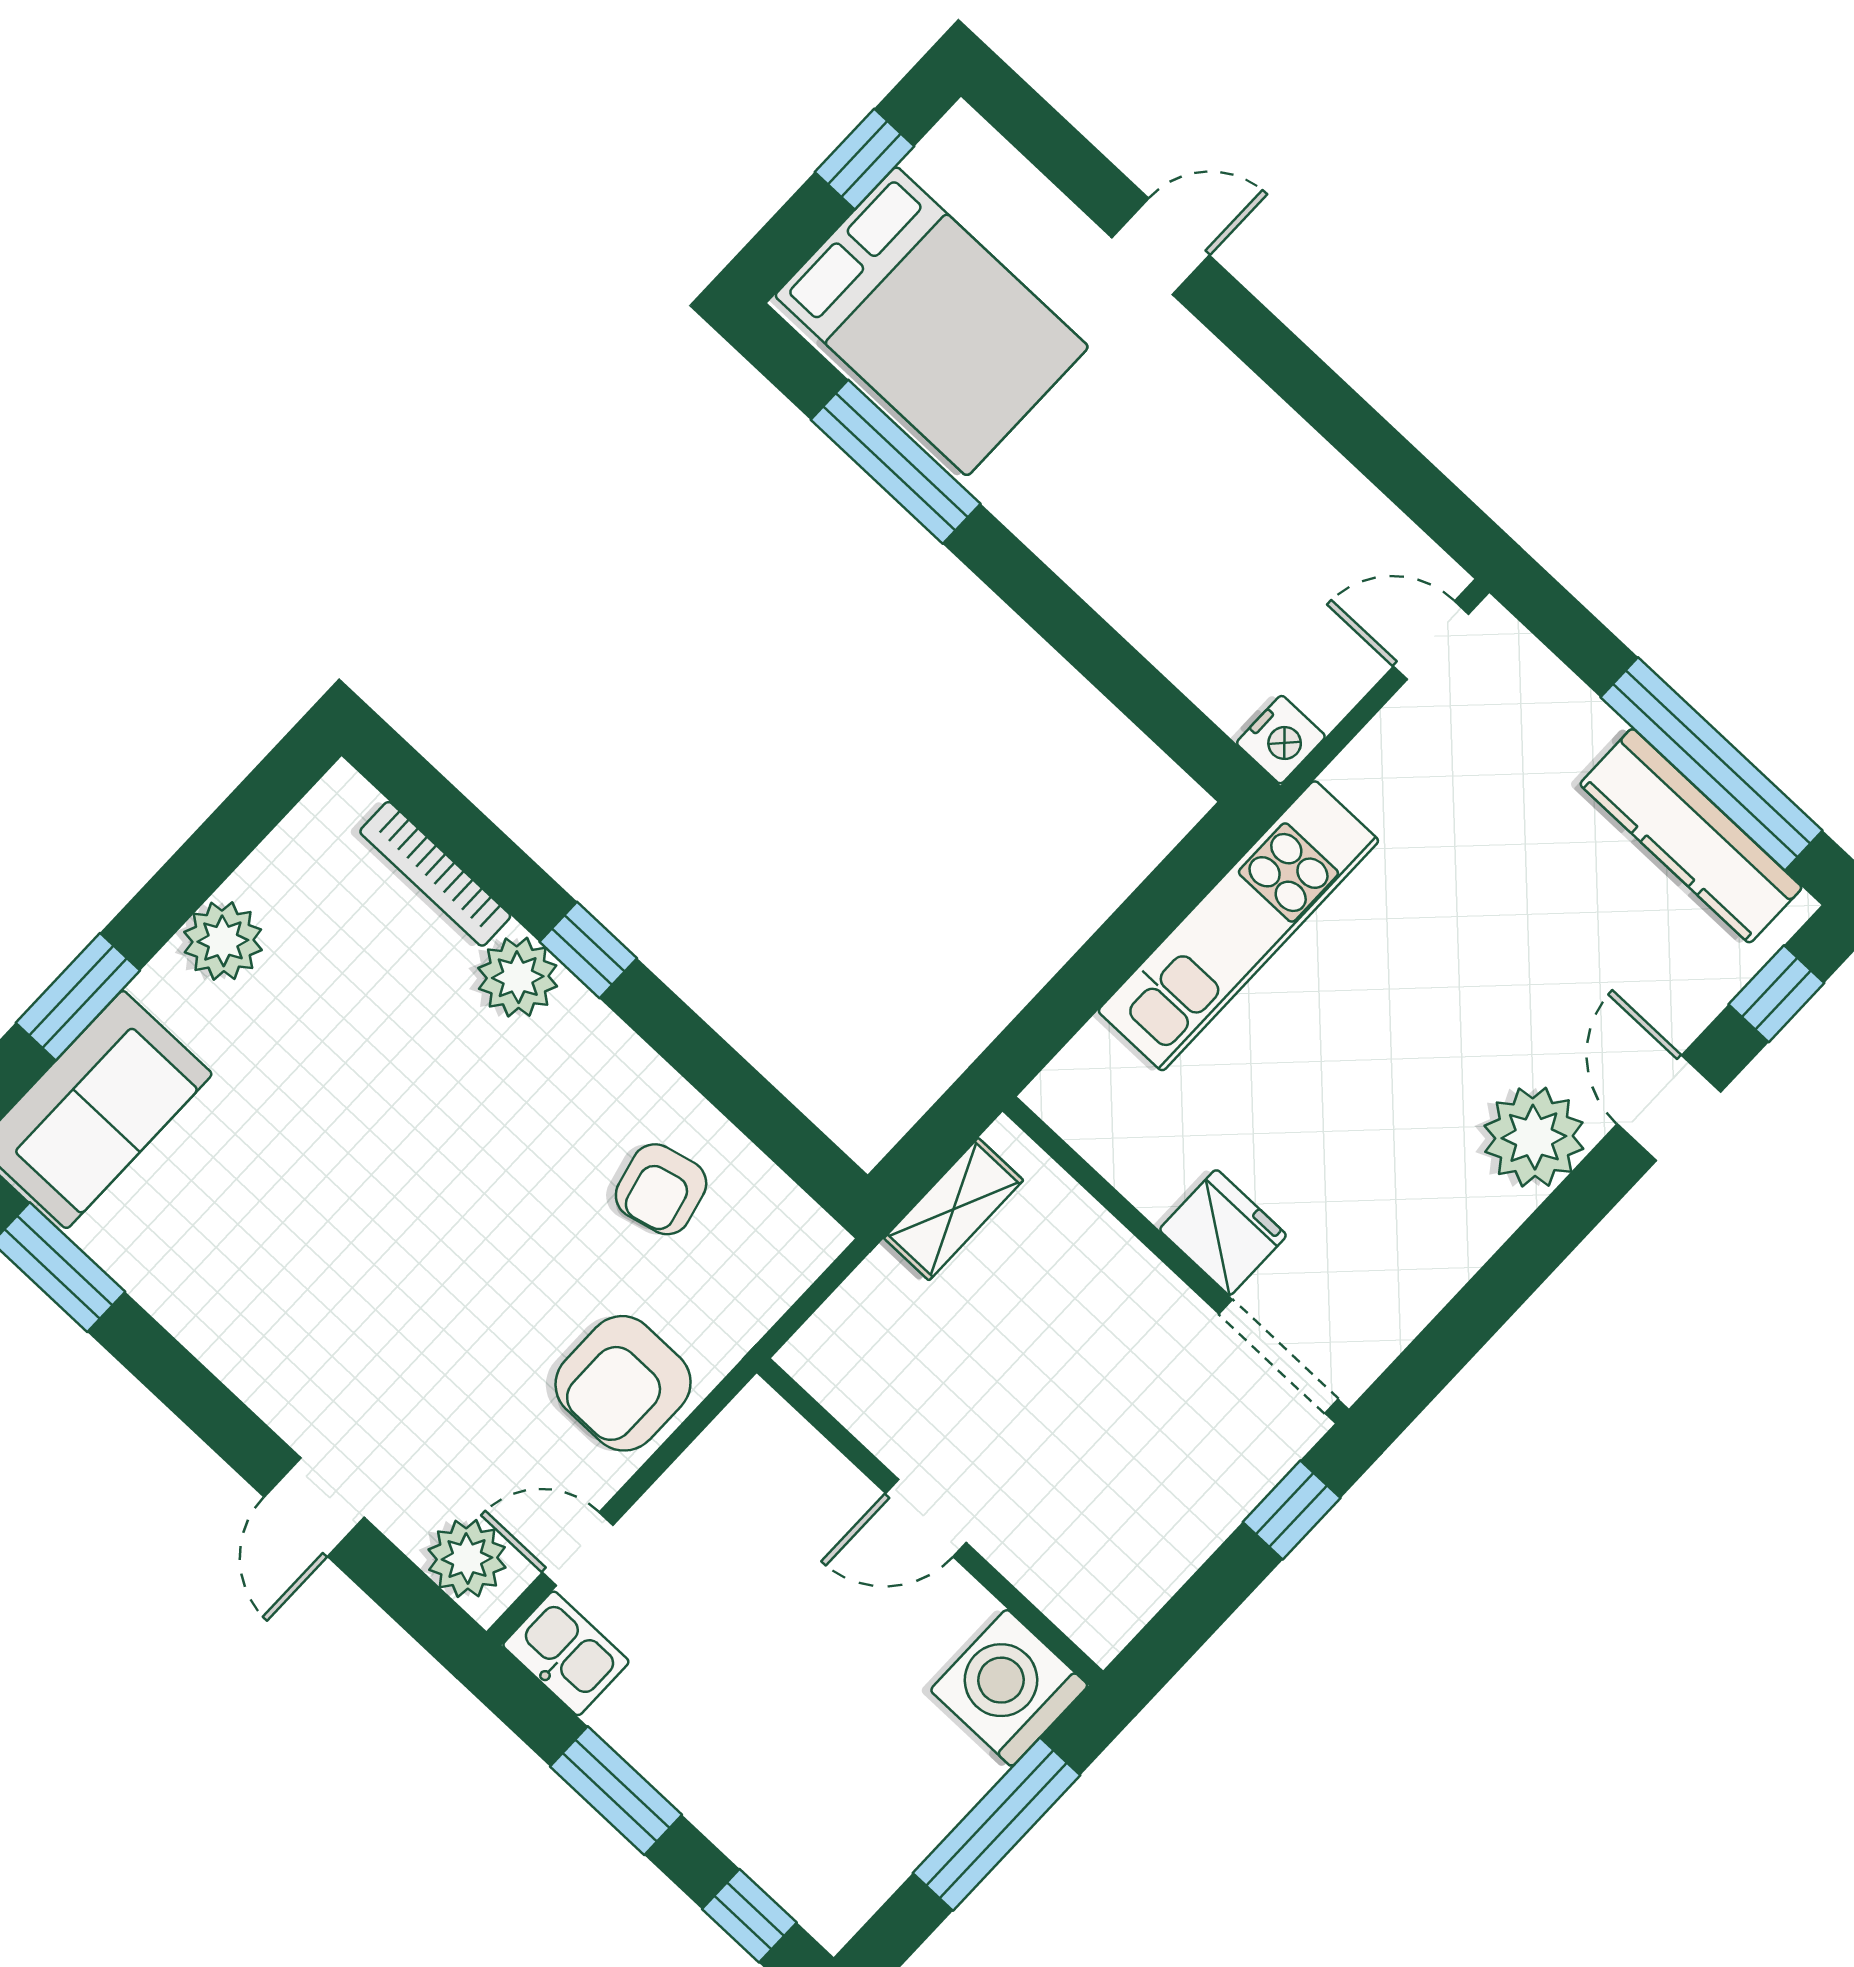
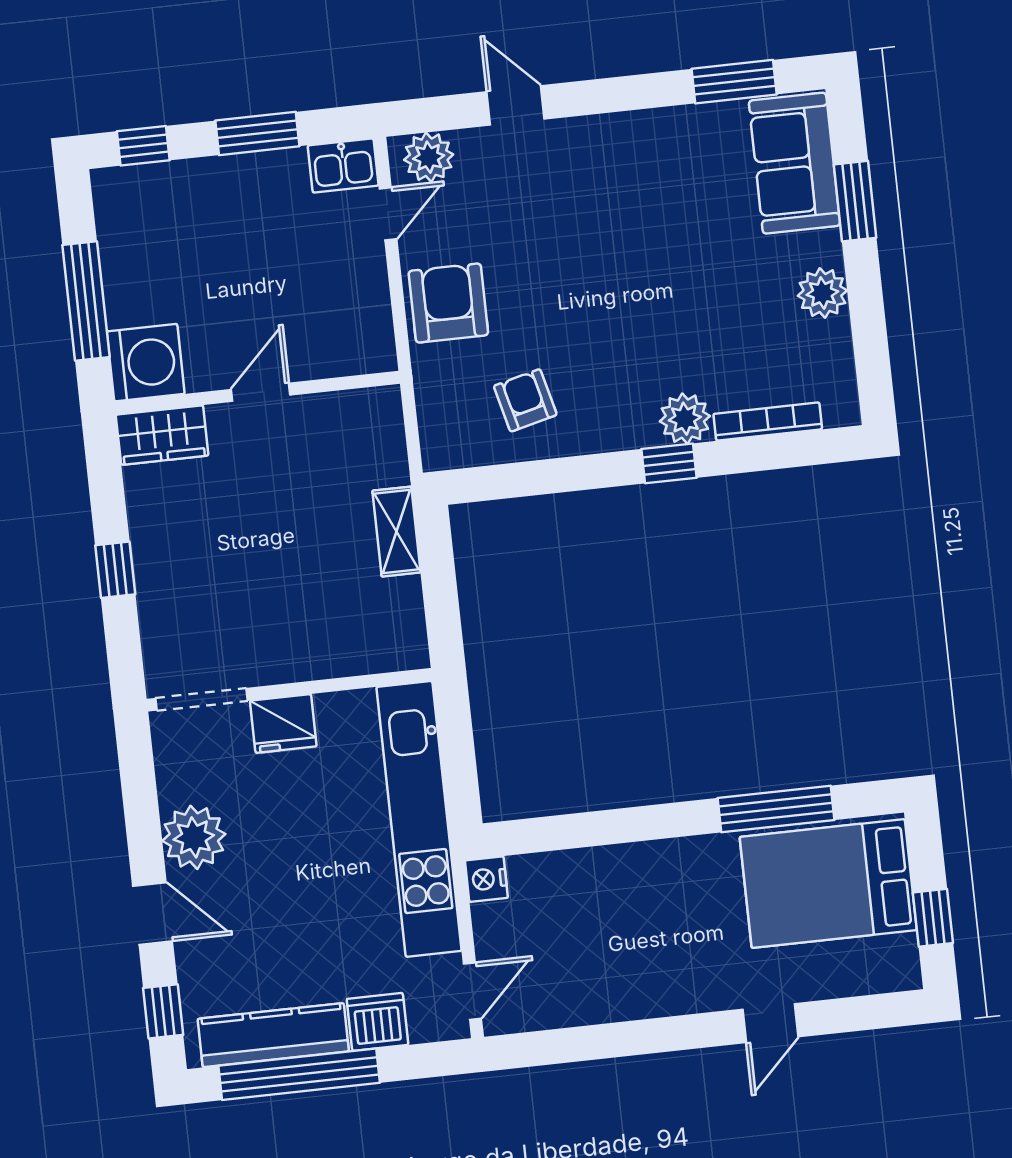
dishwasher: (1567, 723) -> (377, 1022), added
kitchen unit: (1238, 926) -> (419, 819), width x1.36
fridge: (1223, 1232) -> (283, 724), moved
wall: (1176, 1260) -> (289, 690), moved
doorway: (1278, 1356) -> (202, 699), moved
wardrobe: (1080, 1593) -> (162, 435), added

